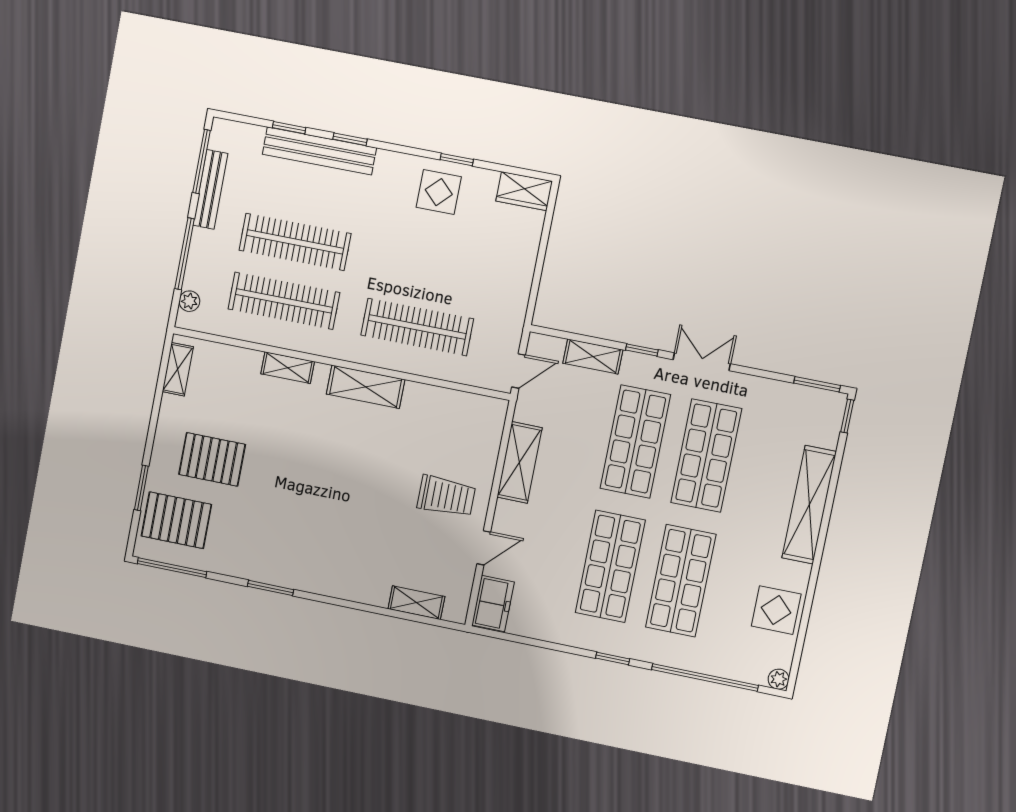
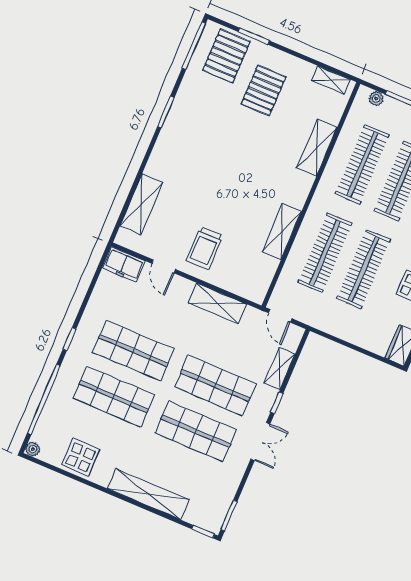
clothes rail: (429, 268) -> (364, 269), added
shelving: (288, 368) -> (317, 148), width x1.50, depth x1.33
shelving: (366, 387) -> (282, 232), moved
shelving: (416, 603) -> (141, 204), width x1.50, depth x1.33

